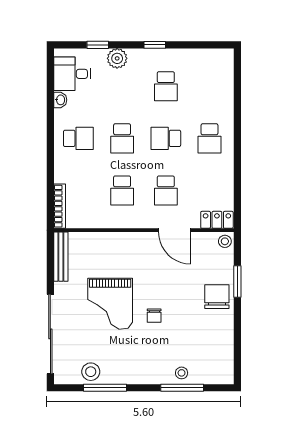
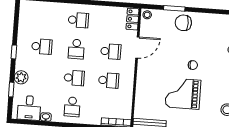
school desk: (78, 138) -> (72, 107), turned 180
grand piano: (110, 304) -> (183, 94), turned 180

